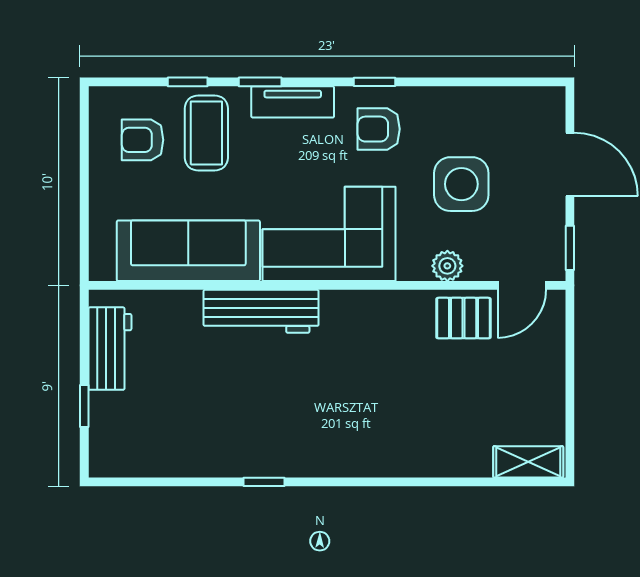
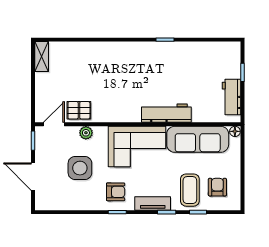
armchair: (143, 140) -> (217, 187), turned -90
floor lamp: (102, 269) -> (235, 131), added
shelving: (528, 462) -> (42, 57), moved, turned 90

